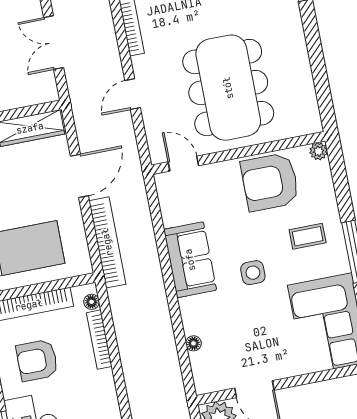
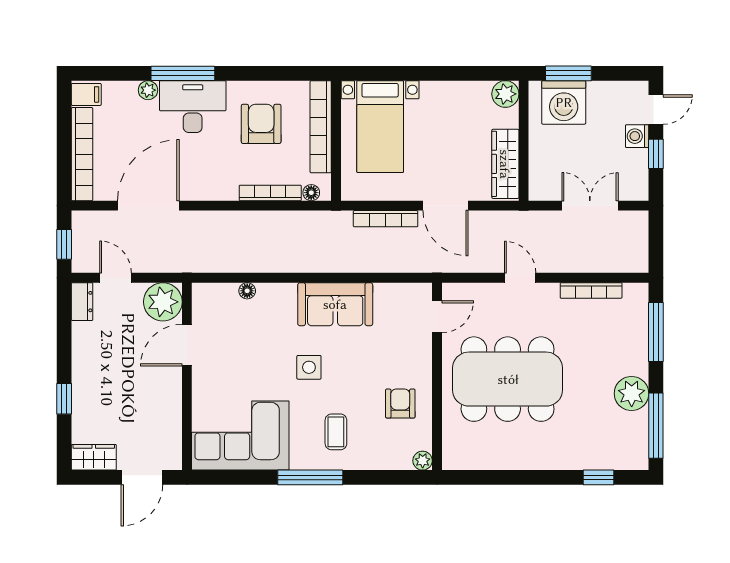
armchair: (270, 182) -> (400, 404), width x0.53, depth x0.53
bookcase: (107, 242) -> (386, 219), width x0.68, depth x0.76

